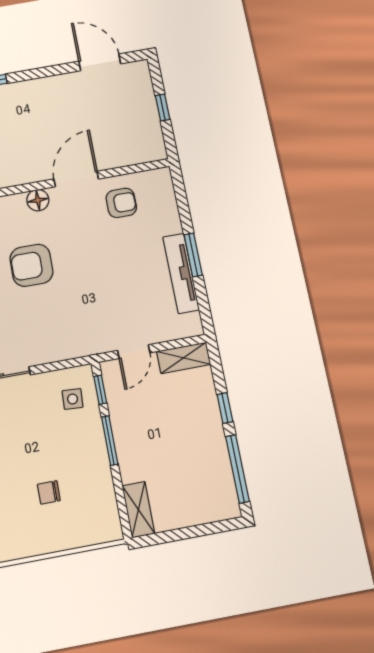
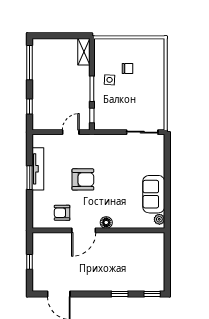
armchair: (31, 265) -> (83, 179), moved
shelving: (184, 358) -> (46, 124), removed
side table: (73, 399) -> (110, 80), moved
window: (225, 408) -> (30, 107), moved

